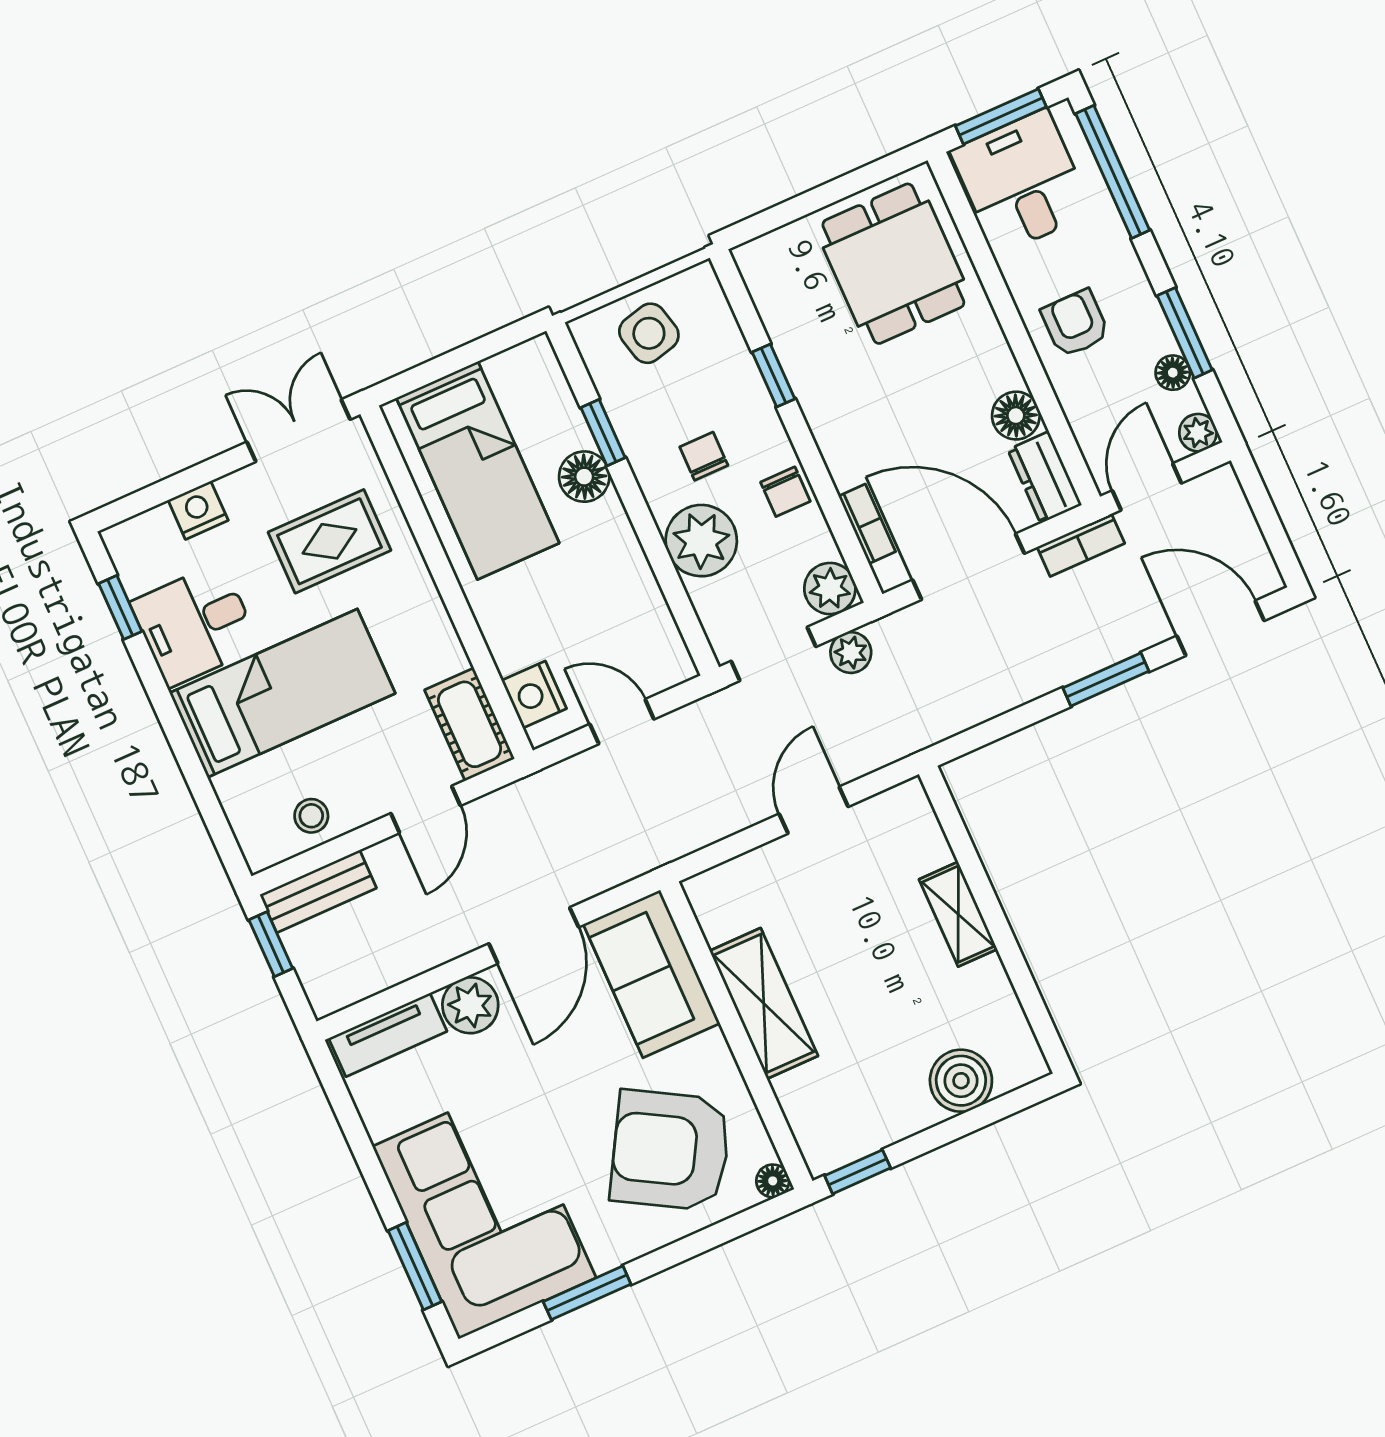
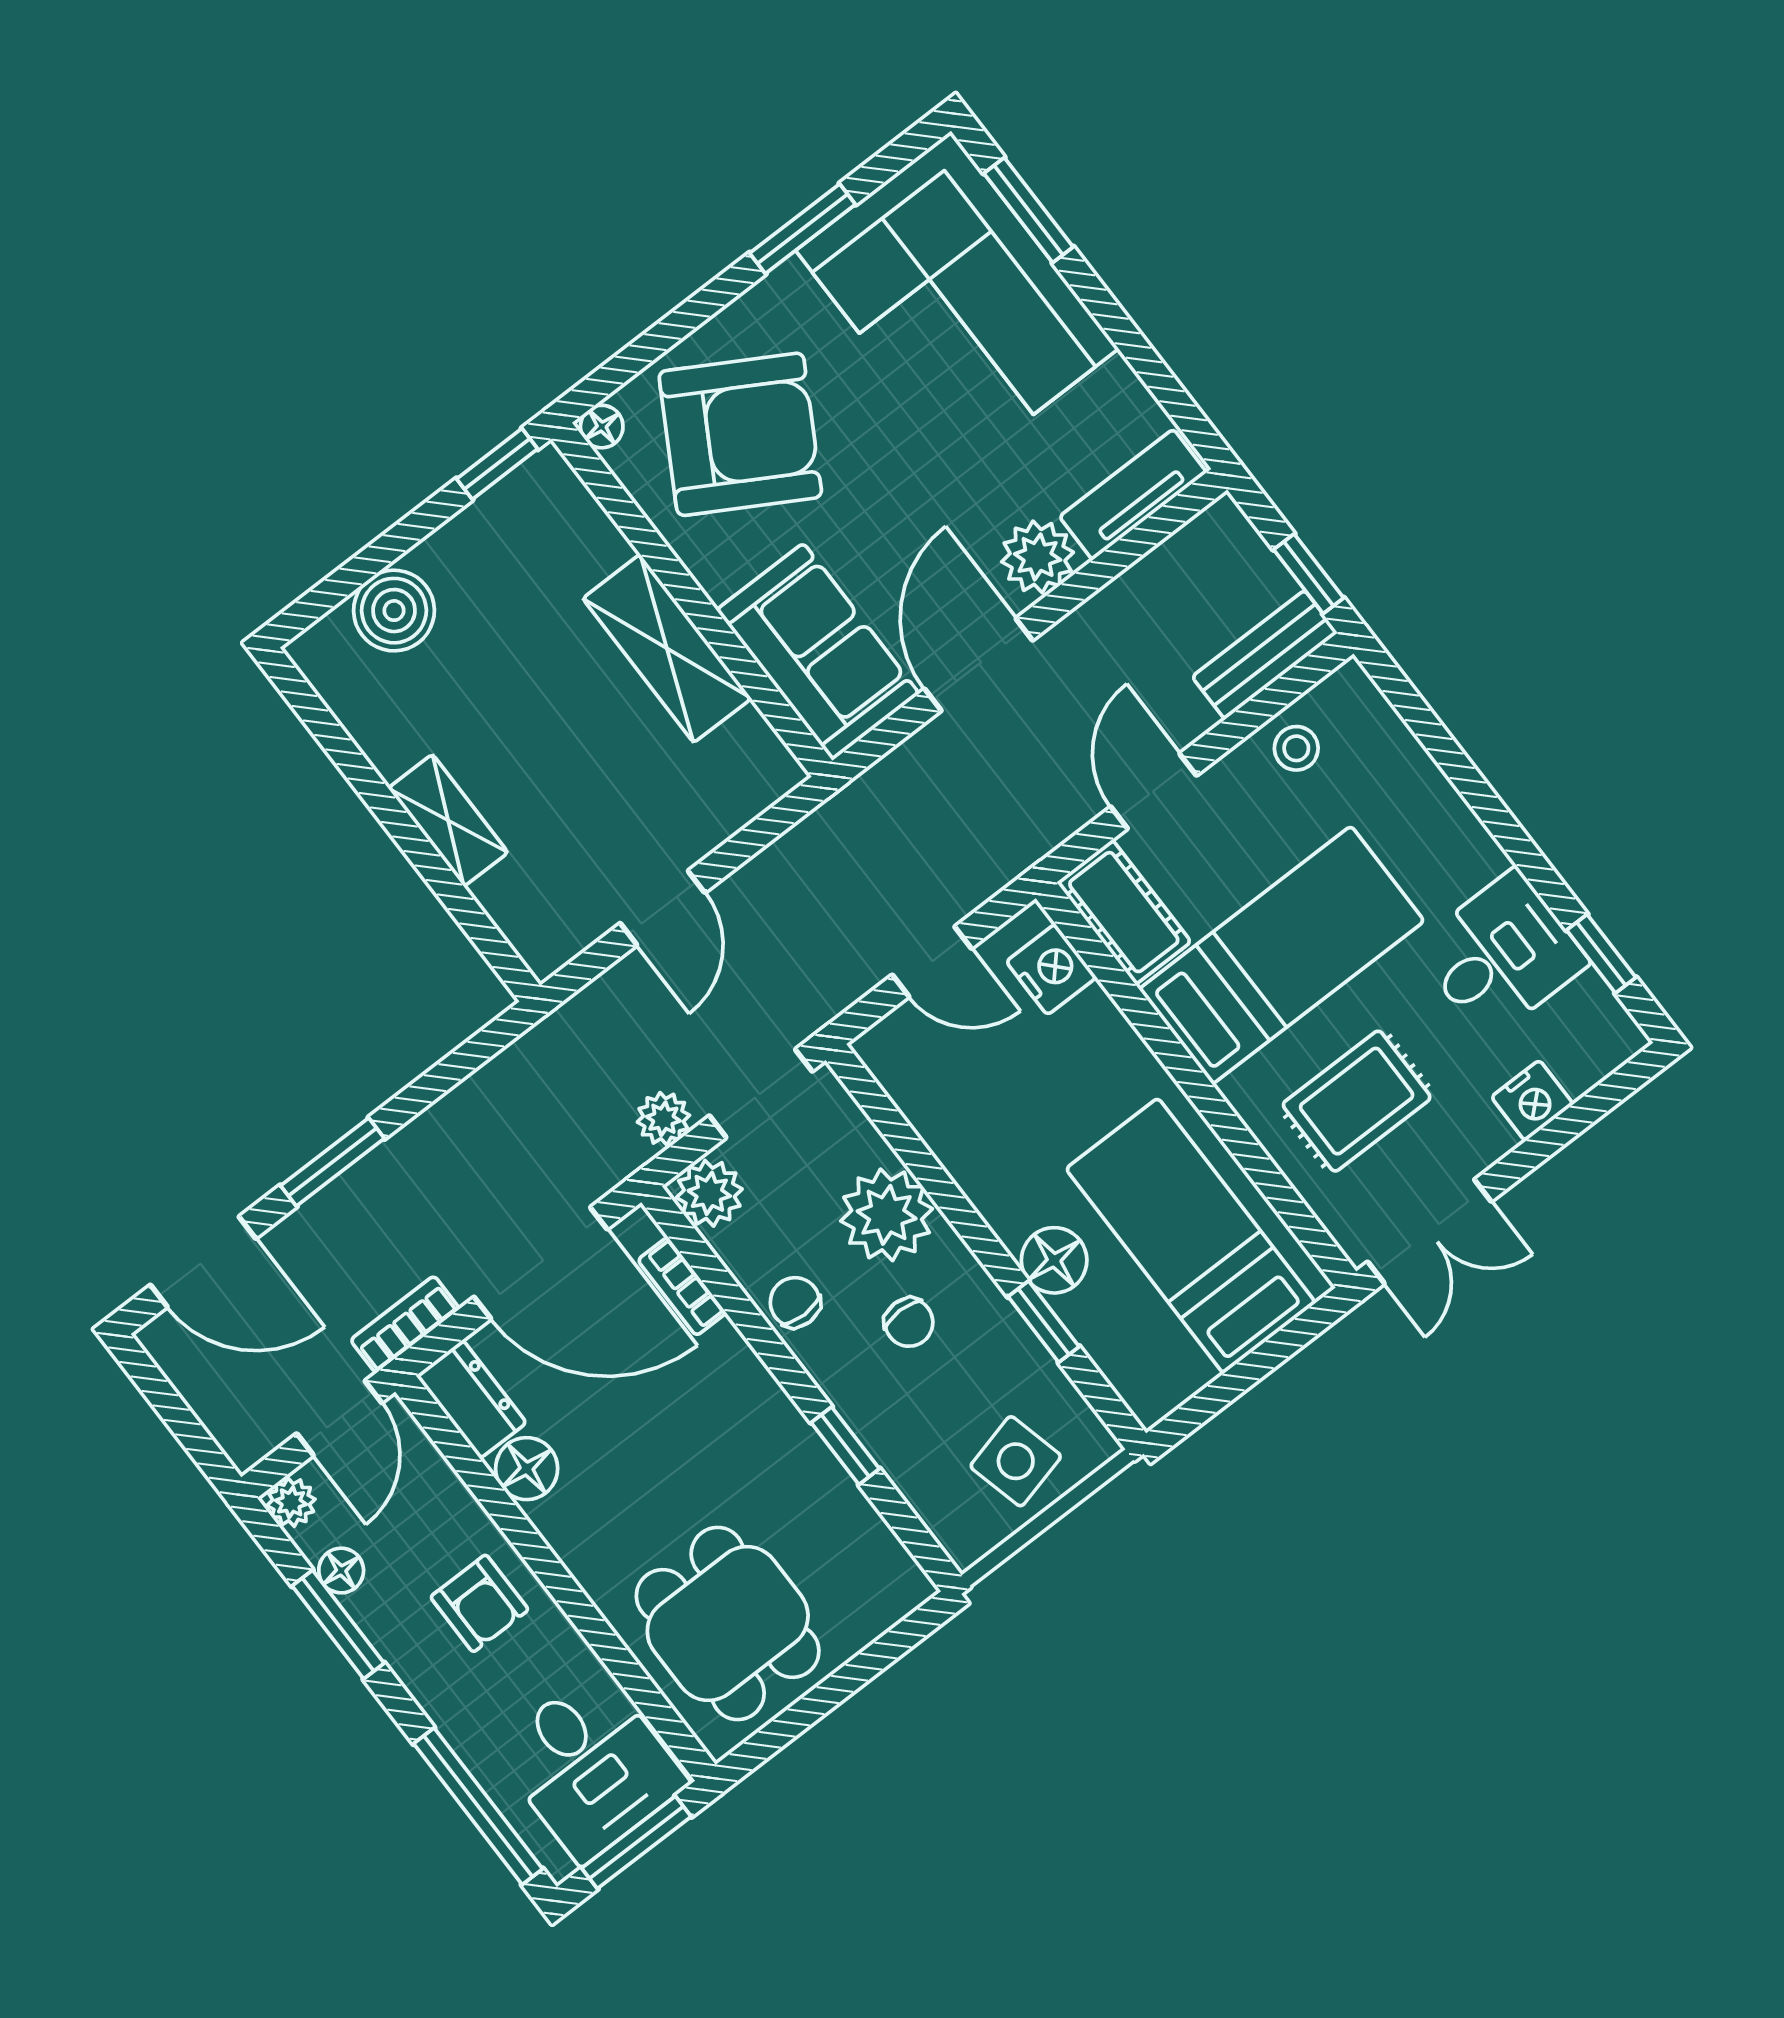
bed: (282, 693) -> (1282, 955), moved, turned 180

